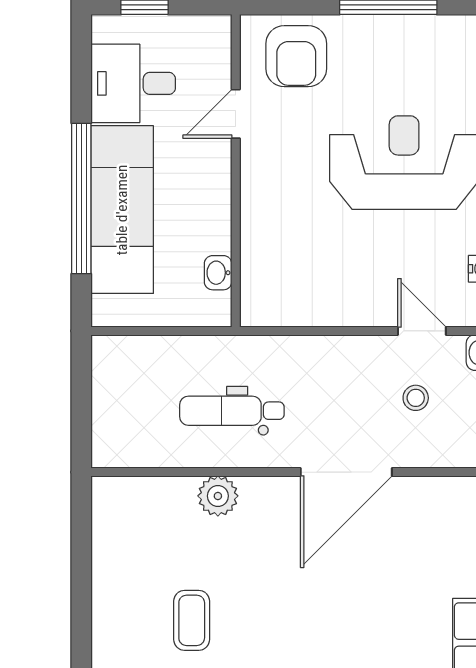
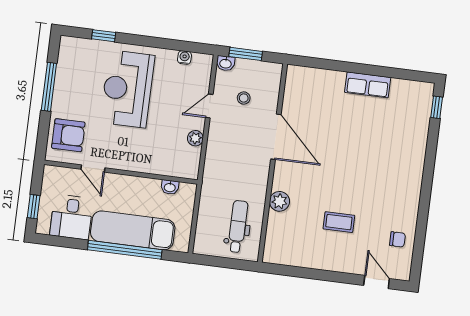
plant: (323, 311) -> (195, 138), added
door: (422, 331) -> (209, 106), moved
dental chair: (232, 411) -> (238, 227), moved, turned 180

